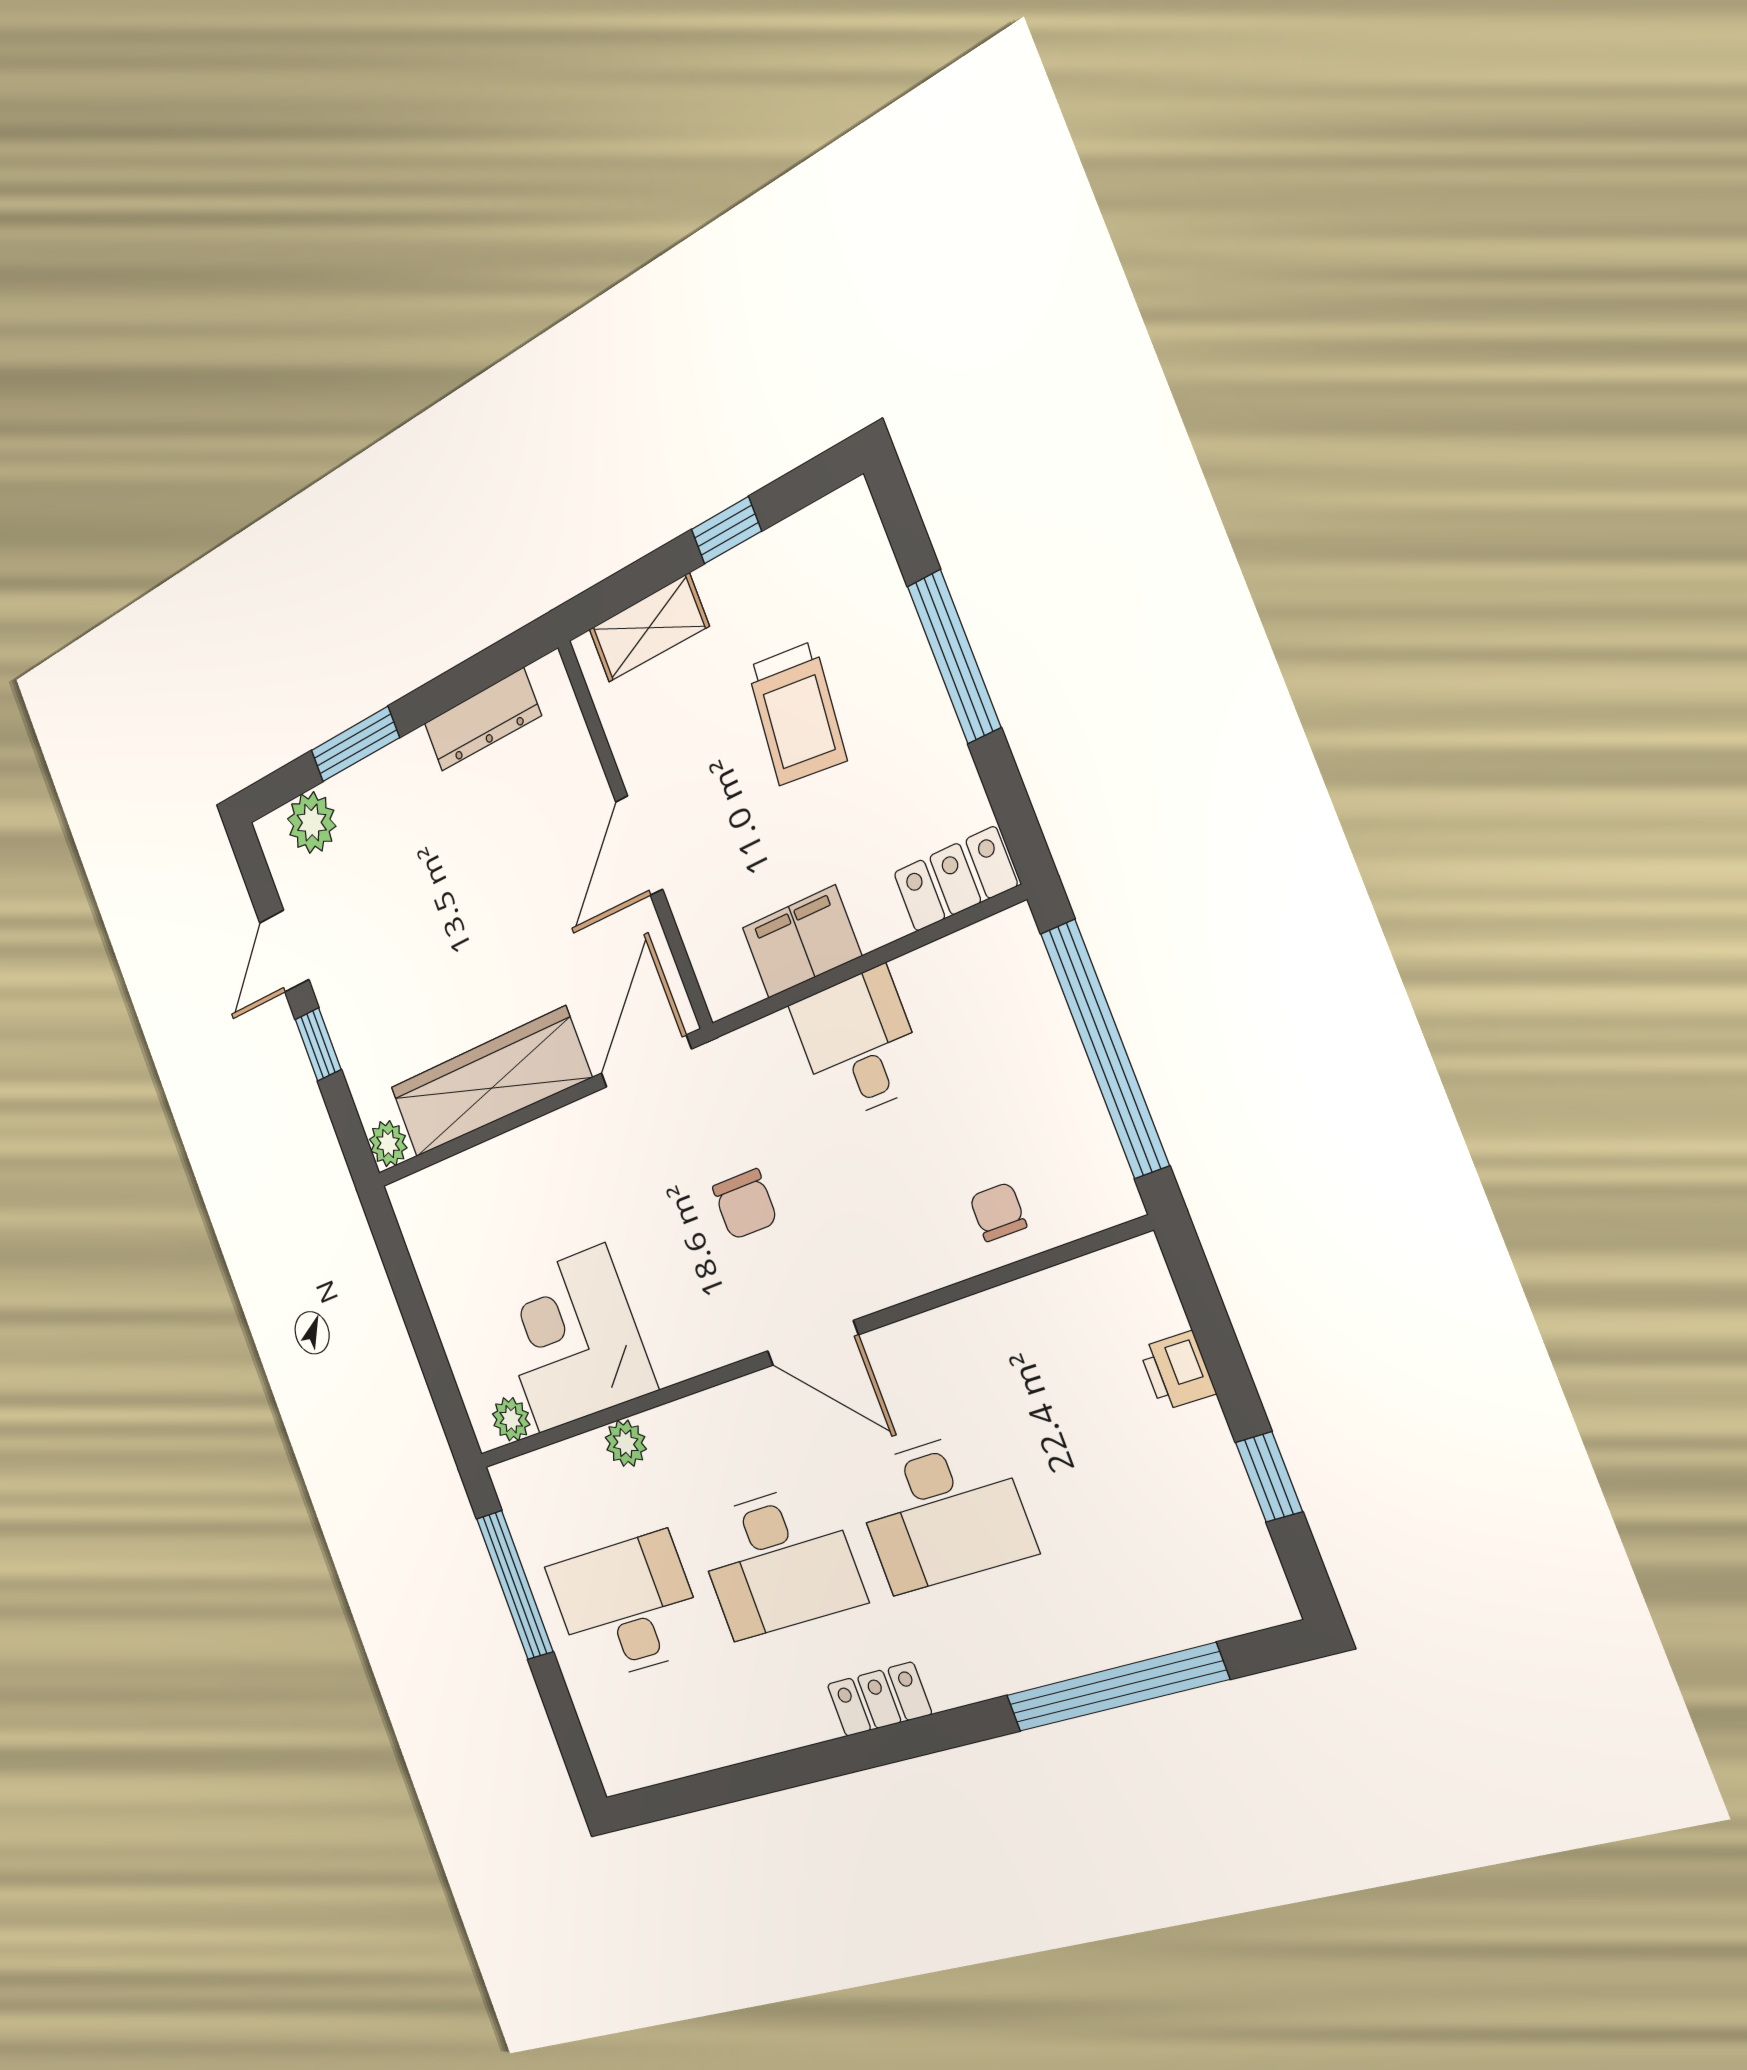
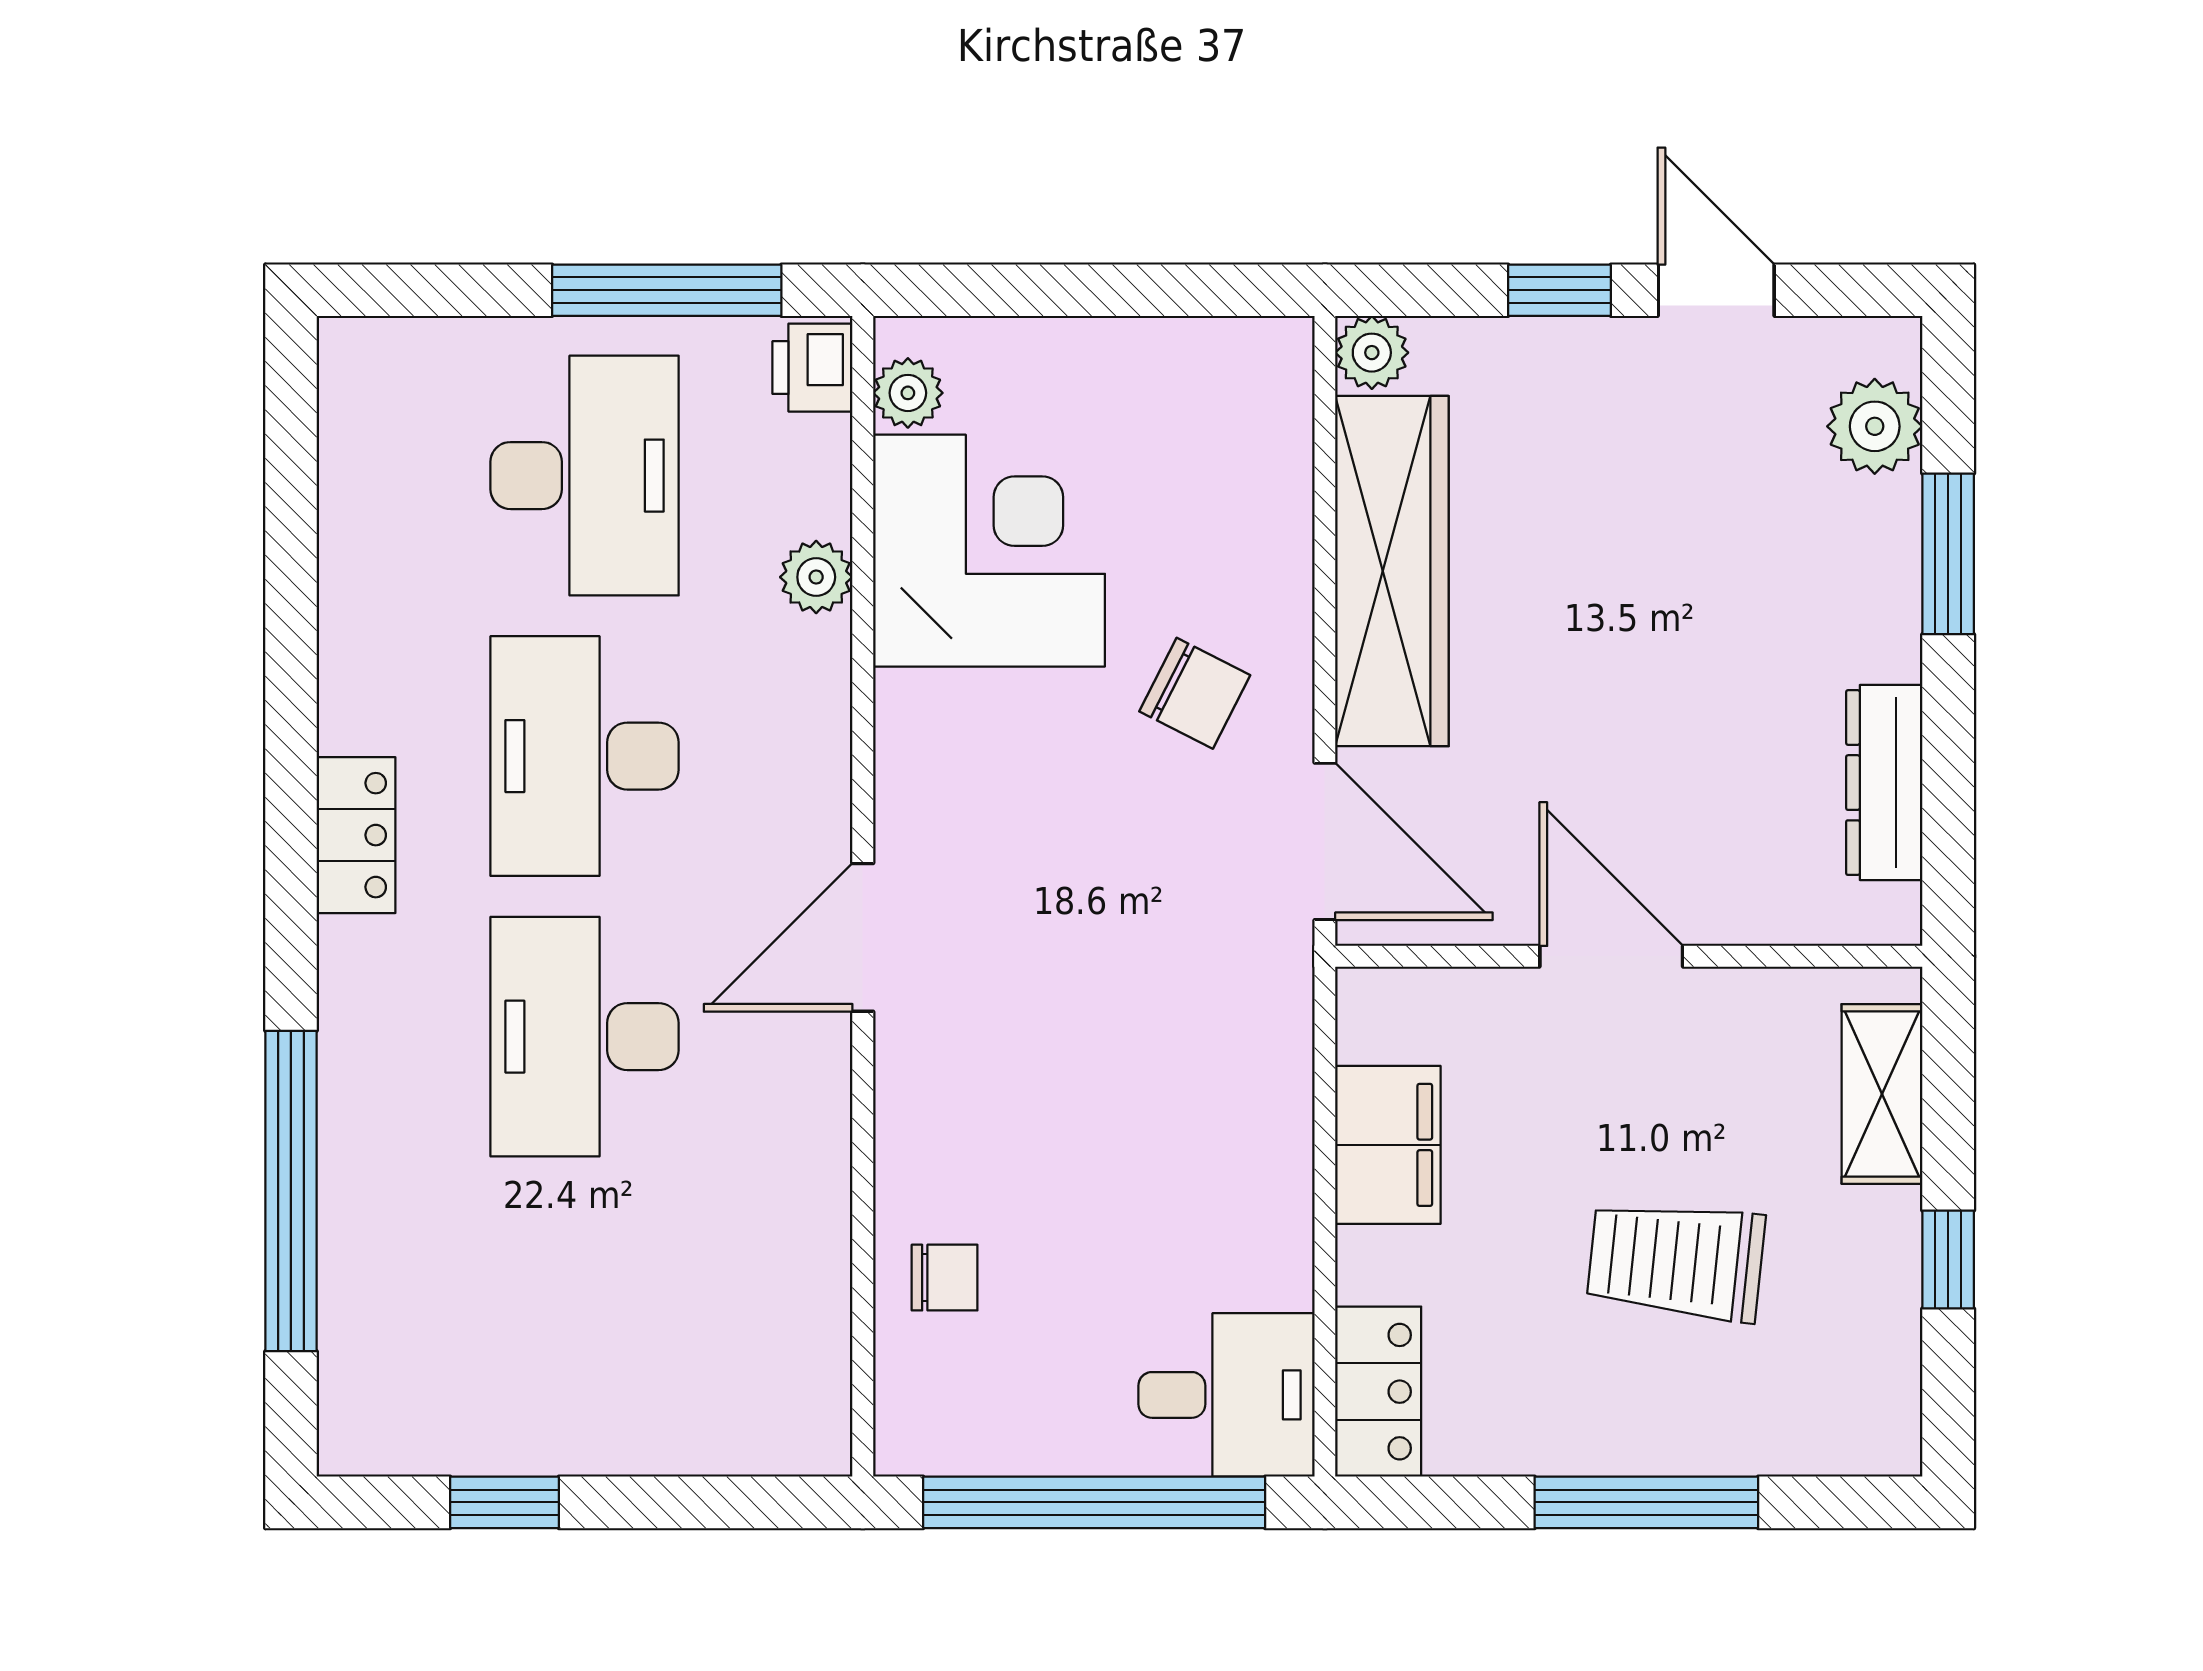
desk: (859, 1044) -> (1227, 1395), moved
chair: (745, 1204) -> (1195, 693), moved, turned -153
printer: (1177, 1371) -> (812, 368), moved, turned -90

